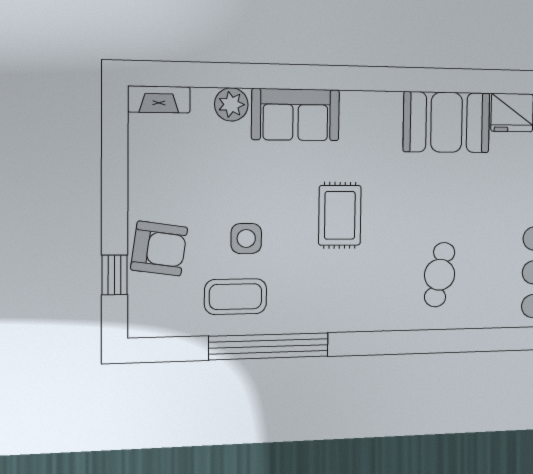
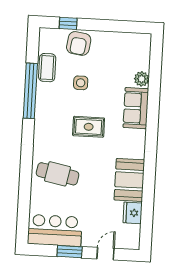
fireplace: (159, 99) -> (145, 47), removed
cafe table: (440, 275) -> (58, 174), width x1.37, depth x1.35
coffee table: (236, 297) -> (47, 68), moved

